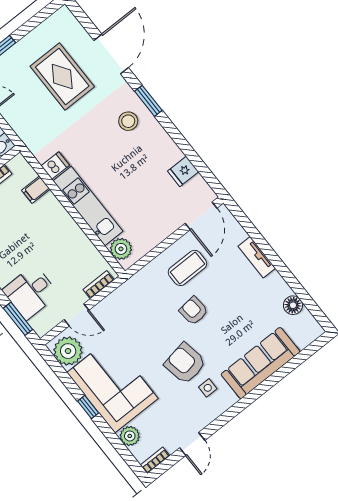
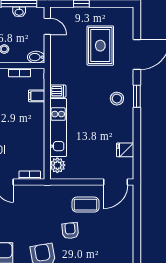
tv unit: (257, 257) -> (128, 229), removed

